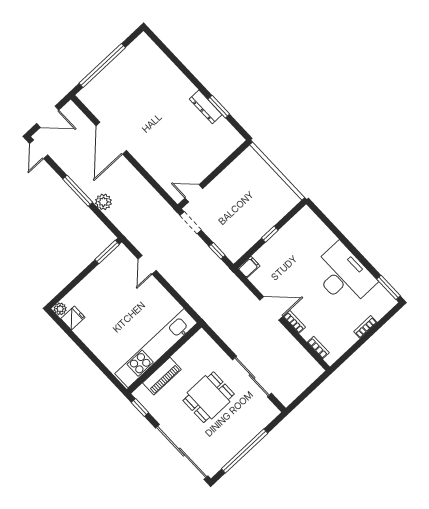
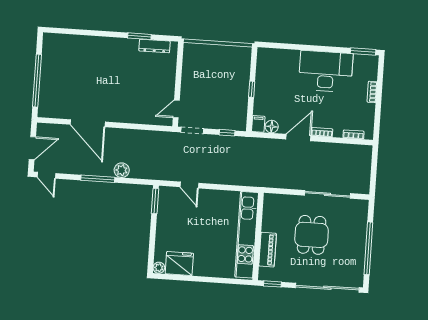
dresser: (206, 107) -> (155, 46), moved
floor lamp: (258, 279) -> (272, 127), added
fridge: (73, 318) -> (179, 263), width x1.88, depth x1.34

